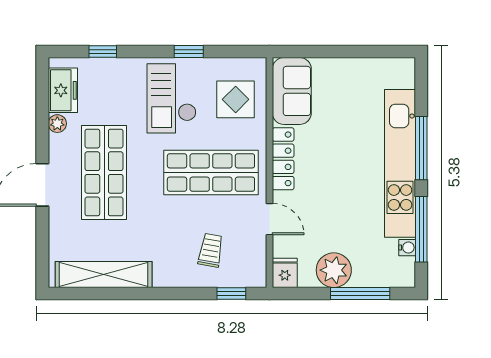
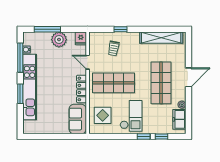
window: (189, 51) -> (144, 137), moved
window: (421, 148) -> (20, 94), width x0.69
window: (231, 294) -> (120, 29), moved

